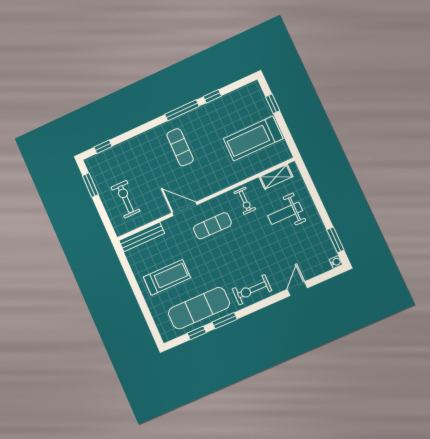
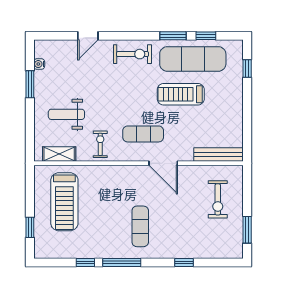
treadmill: (253, 139) -> (64, 202), turned 90
window: (103, 147) -> (184, 262), moved
weight bench: (285, 213) -> (66, 114), turned 180
window: (335, 240) -> (30, 84), moved
water cooler: (336, 262) -> (39, 64), moved
treadmill: (167, 277) -> (181, 94), moved
window: (150, 320) -> (247, 69), added

